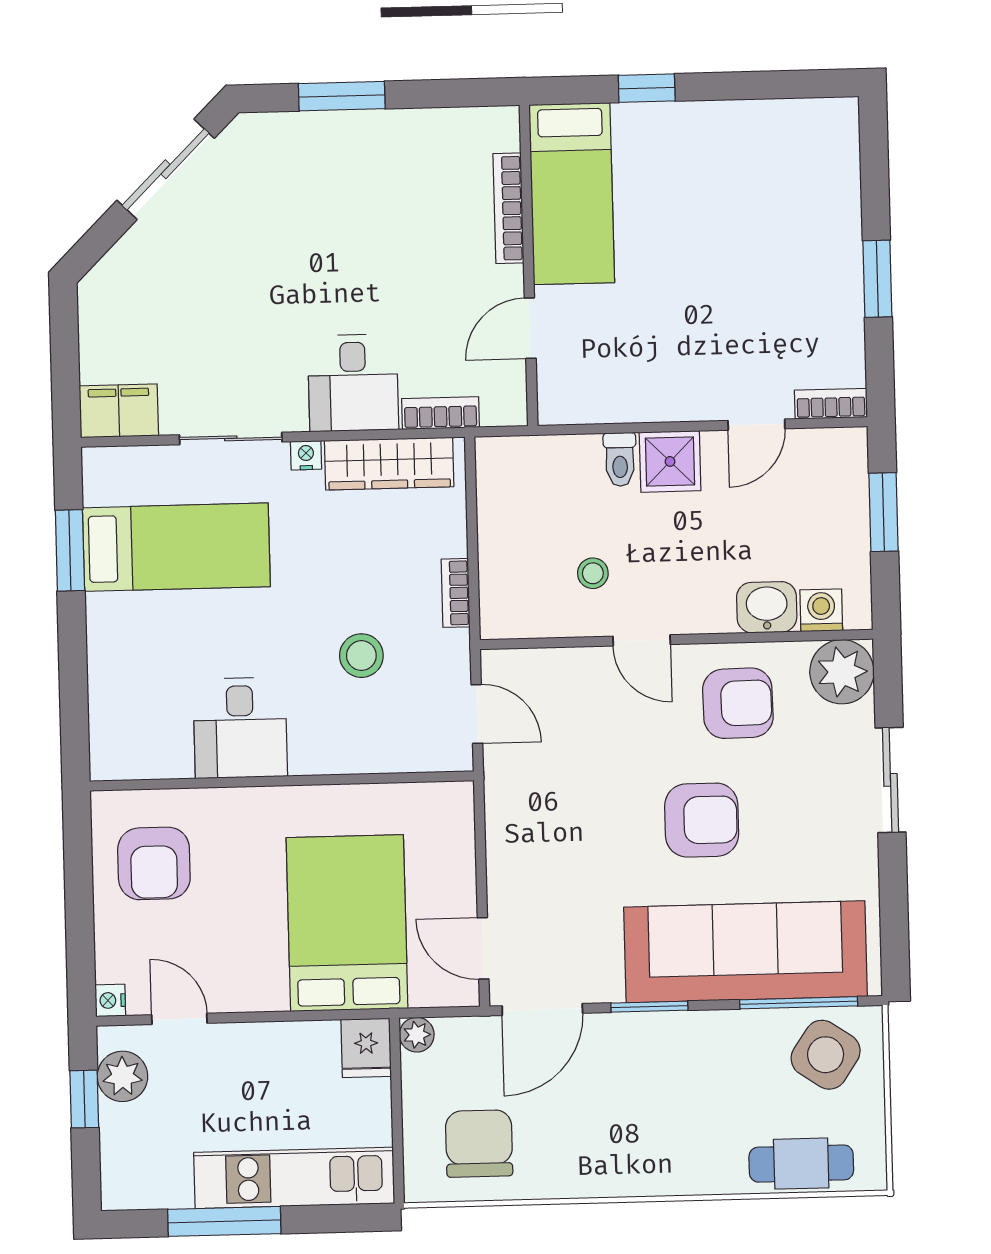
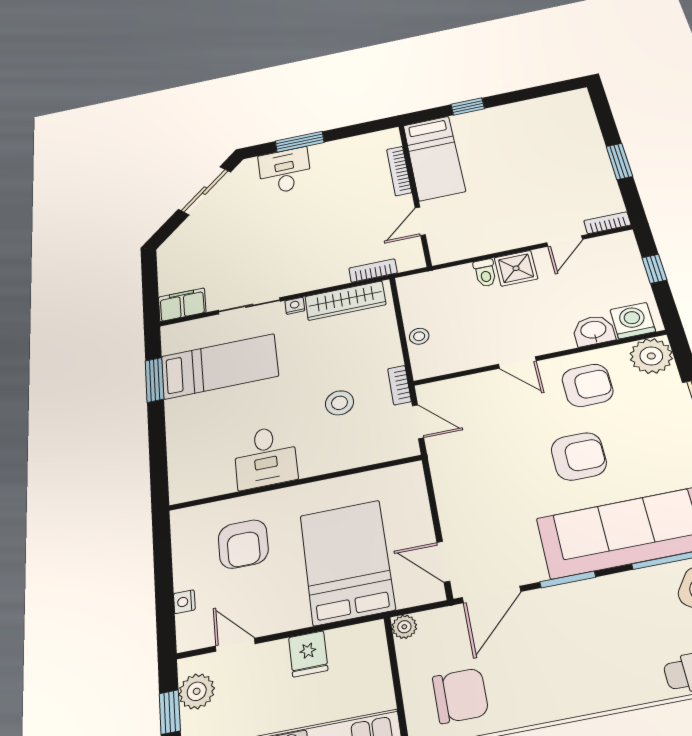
desk: (353, 383) -> (285, 171), moved, turned 180
window: (883, 512) -> (654, 269), width x0.67
stool: (593, 573) -> (419, 336), moved
bookcase: (456, 593) -> (399, 385), moved
washing machine: (821, 610) -> (633, 321), width x1.38, depth x1.38
armchair: (154, 863) -> (243, 544), moved
nightstand: (110, 1000) -> (184, 602), moved
fridge: (366, 1048) -> (308, 654), moved
chair: (479, 1144) -> (460, 696), turned 90

